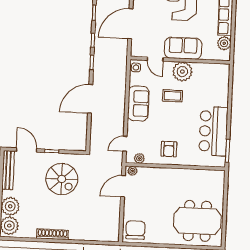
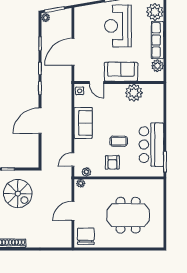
plant: (182, 72) -> (134, 93), moved
coffee table: (172, 96) -> (119, 141), moved
door: (123, 186) -> (73, 211), moved
meeting table: (197, 221) -> (128, 215), moved

